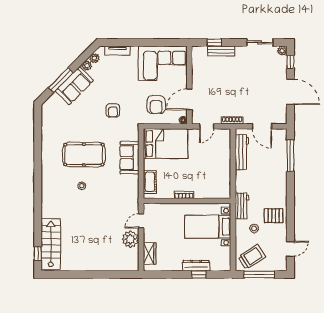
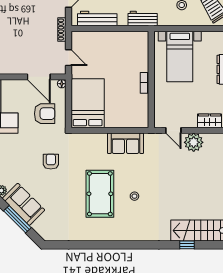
armchair: (113, 110) -> (51, 162), turned -90
sofa: (129, 158) -> (125, 143), moved
cot: (150, 182) -> (130, 121), removed
workbench: (242, 206) -> (143, 19), moved
window: (38, 253) -> (187, 245), moved

